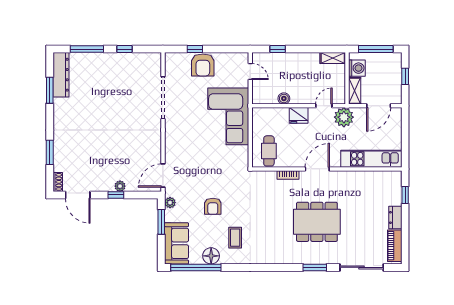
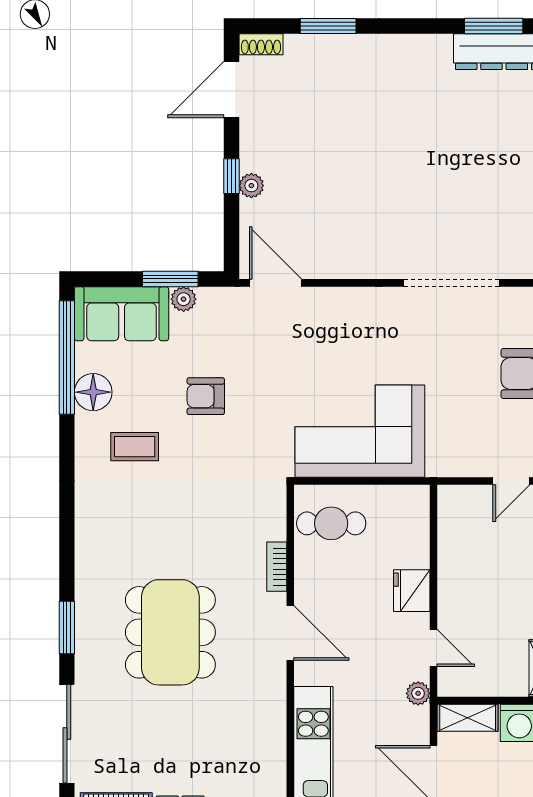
window: (50, 90) -> (494, 26), moved
boiler: (284, 98) -> (450, 557), removed
corner sofa: (228, 116) -> (360, 431), moved
plant: (344, 117) -> (418, 693), width x0.53, depth x0.53
plant: (170, 203) -> (184, 299), moved

